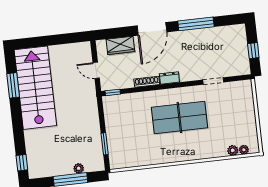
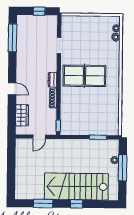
window: (196, 24) -> (13, 38), moved
door: (152, 29) -> (12, 89), width x0.53
stairs: (35, 88) -> (76, 187), moved
table tennis table: (179, 117) -> (84, 76), turned 90
window: (22, 163) -> (76, 204), moved

